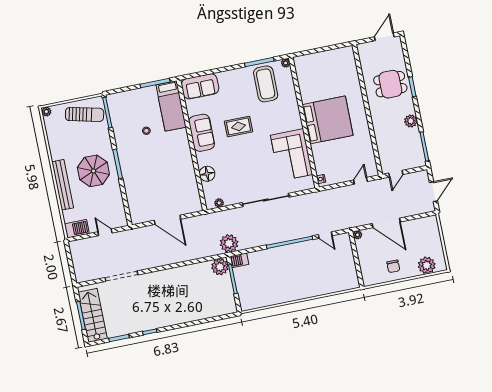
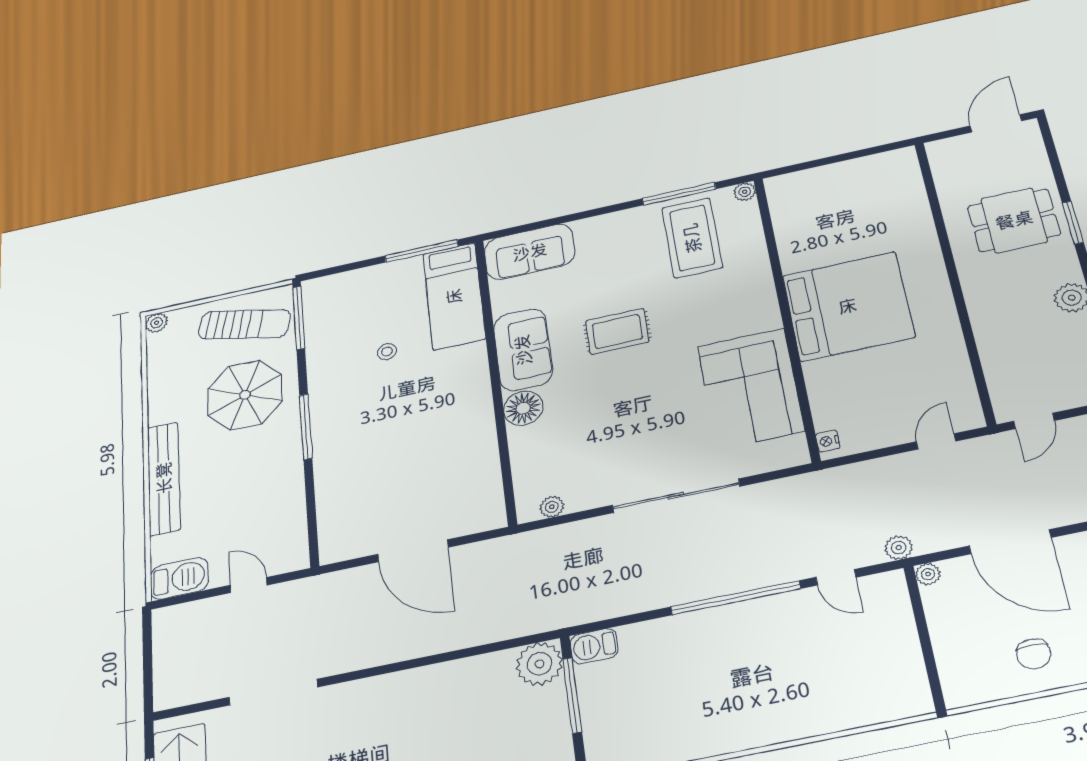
parasol: (93, 171) -> (245, 395), moved
floor lamp: (207, 174) -> (523, 408), moved
plant: (229, 243) -> (899, 548), moved, width x0.53, depth x0.53

